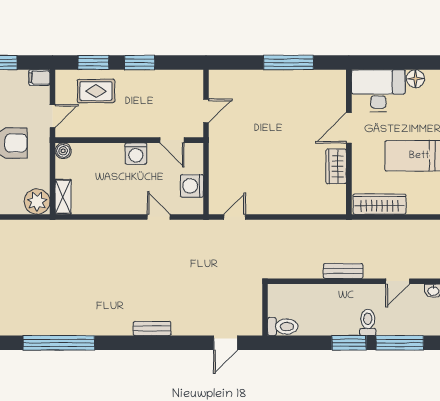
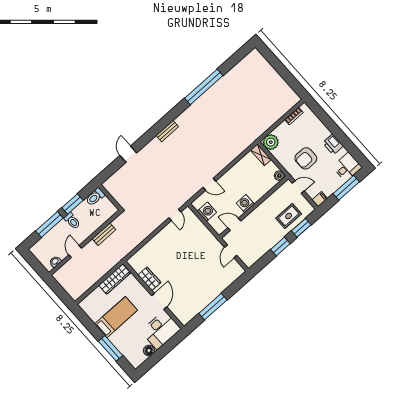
door: (53, 116) -> (298, 187), swing flipped
wall: (265, 310) -> (110, 197), moved
toilet: (283, 327) -> (95, 197), moved

